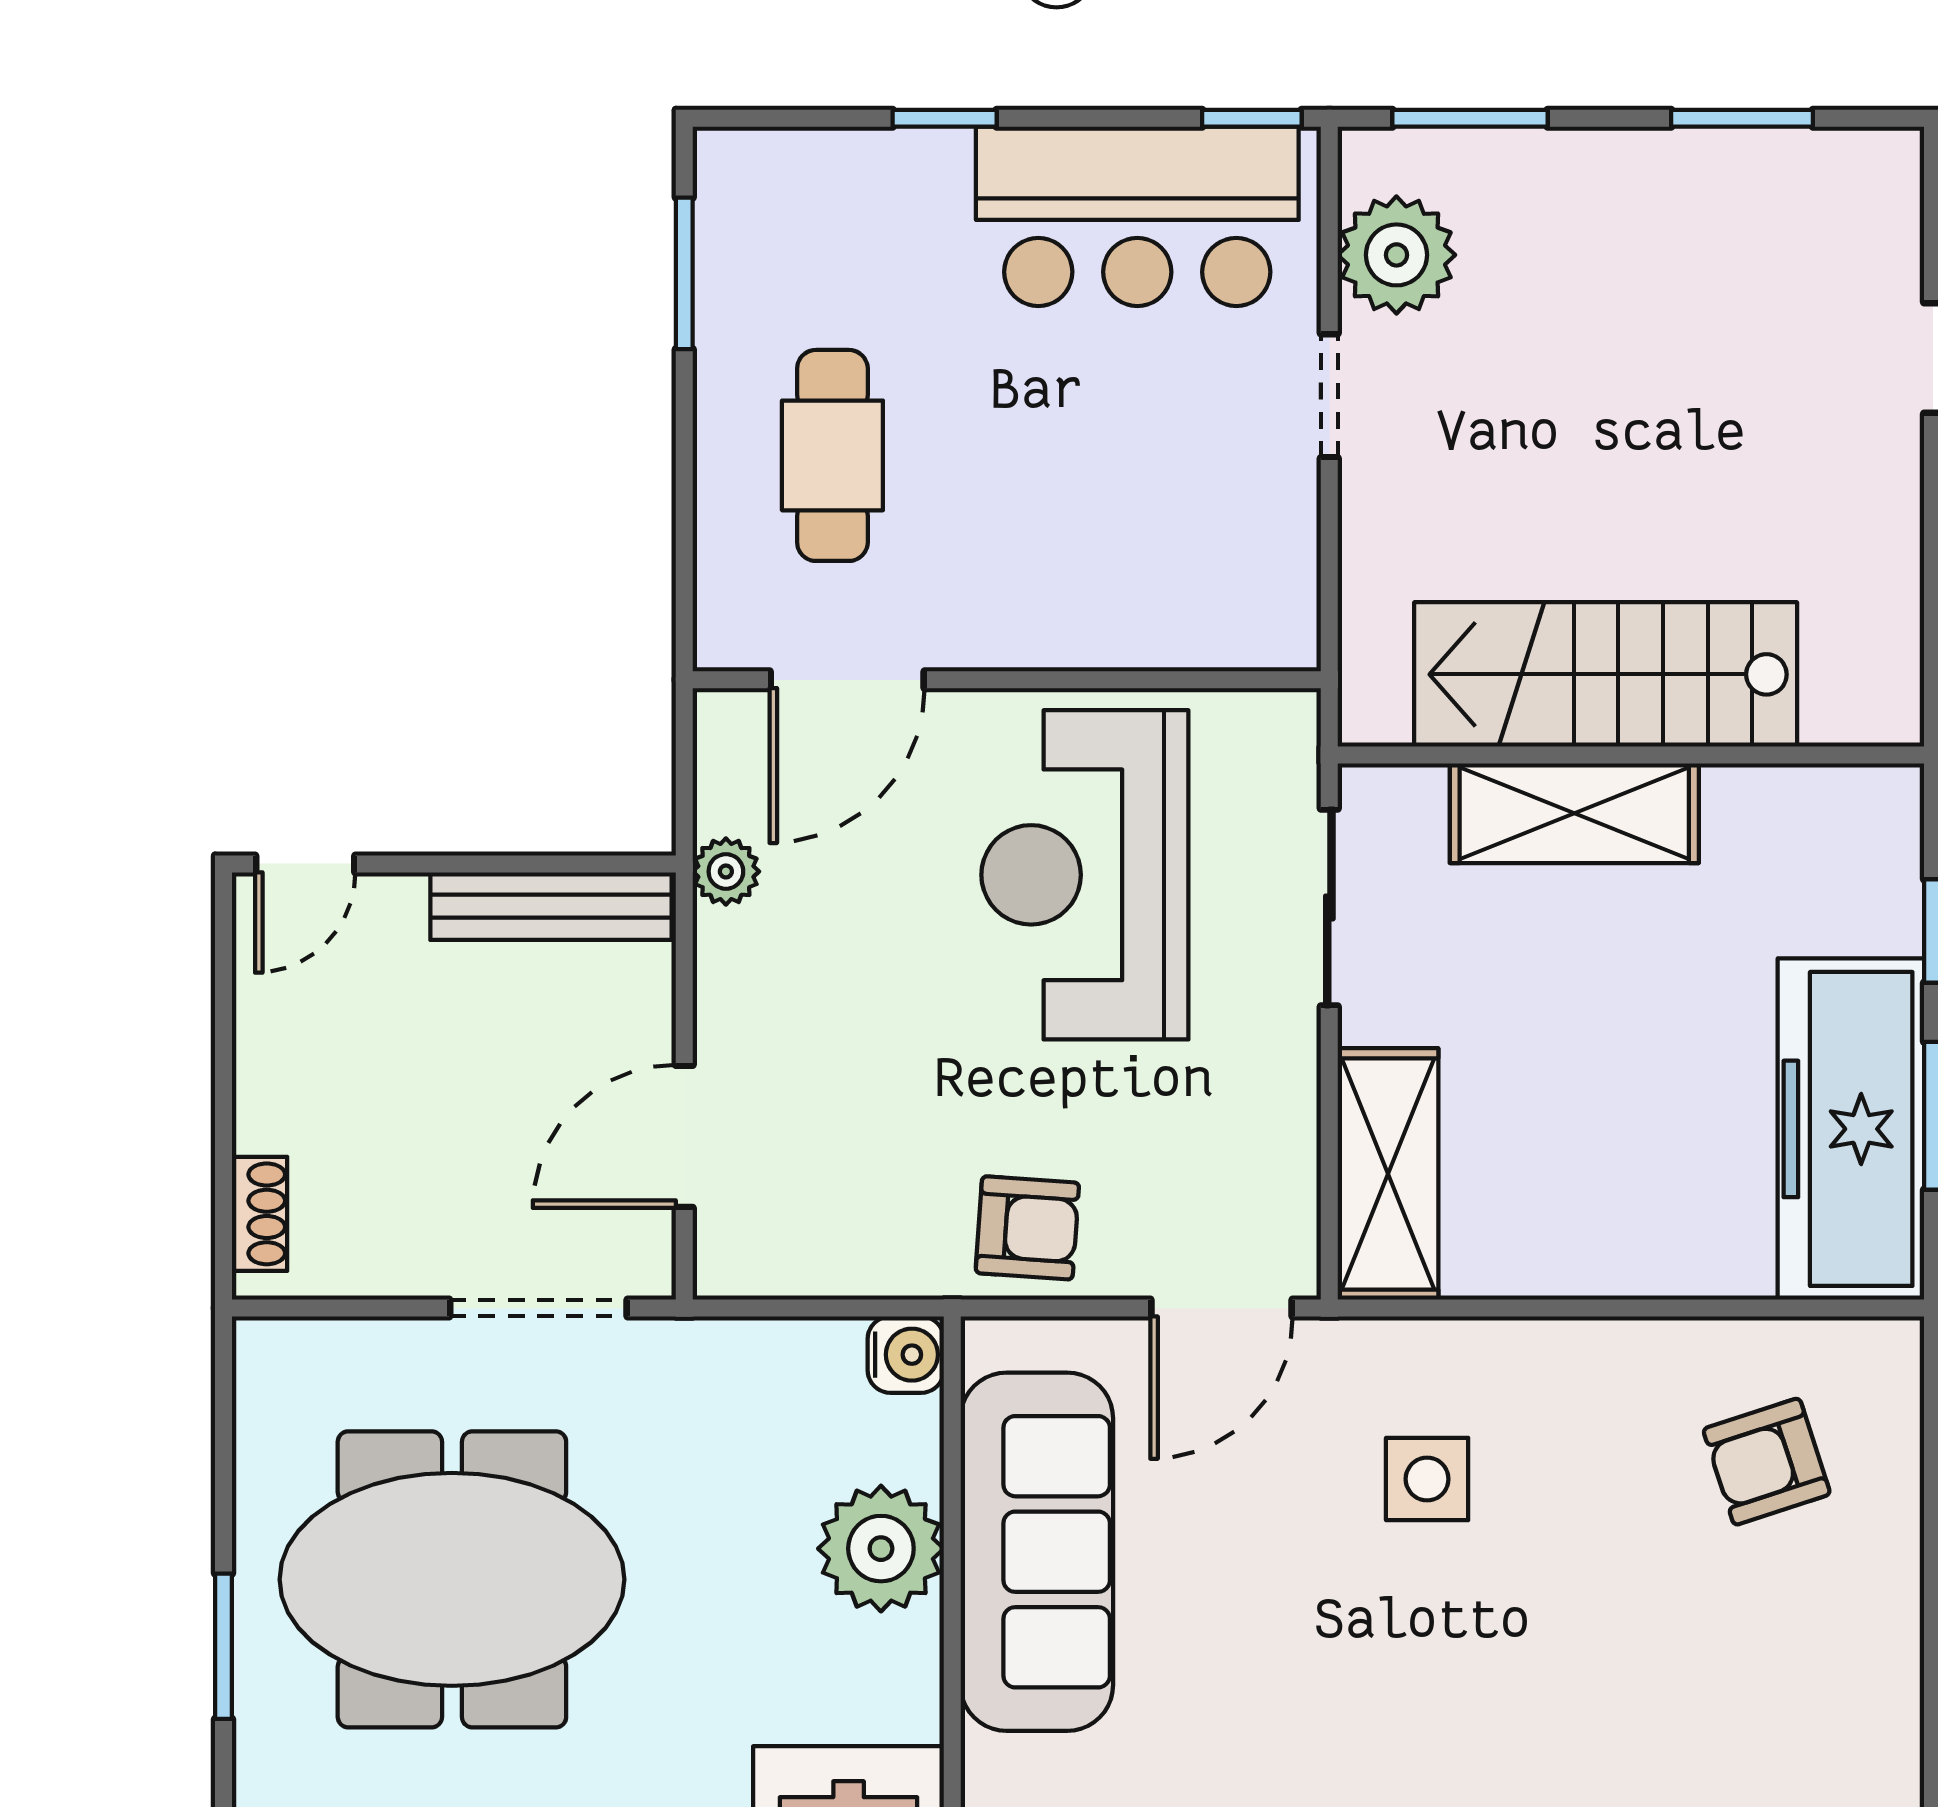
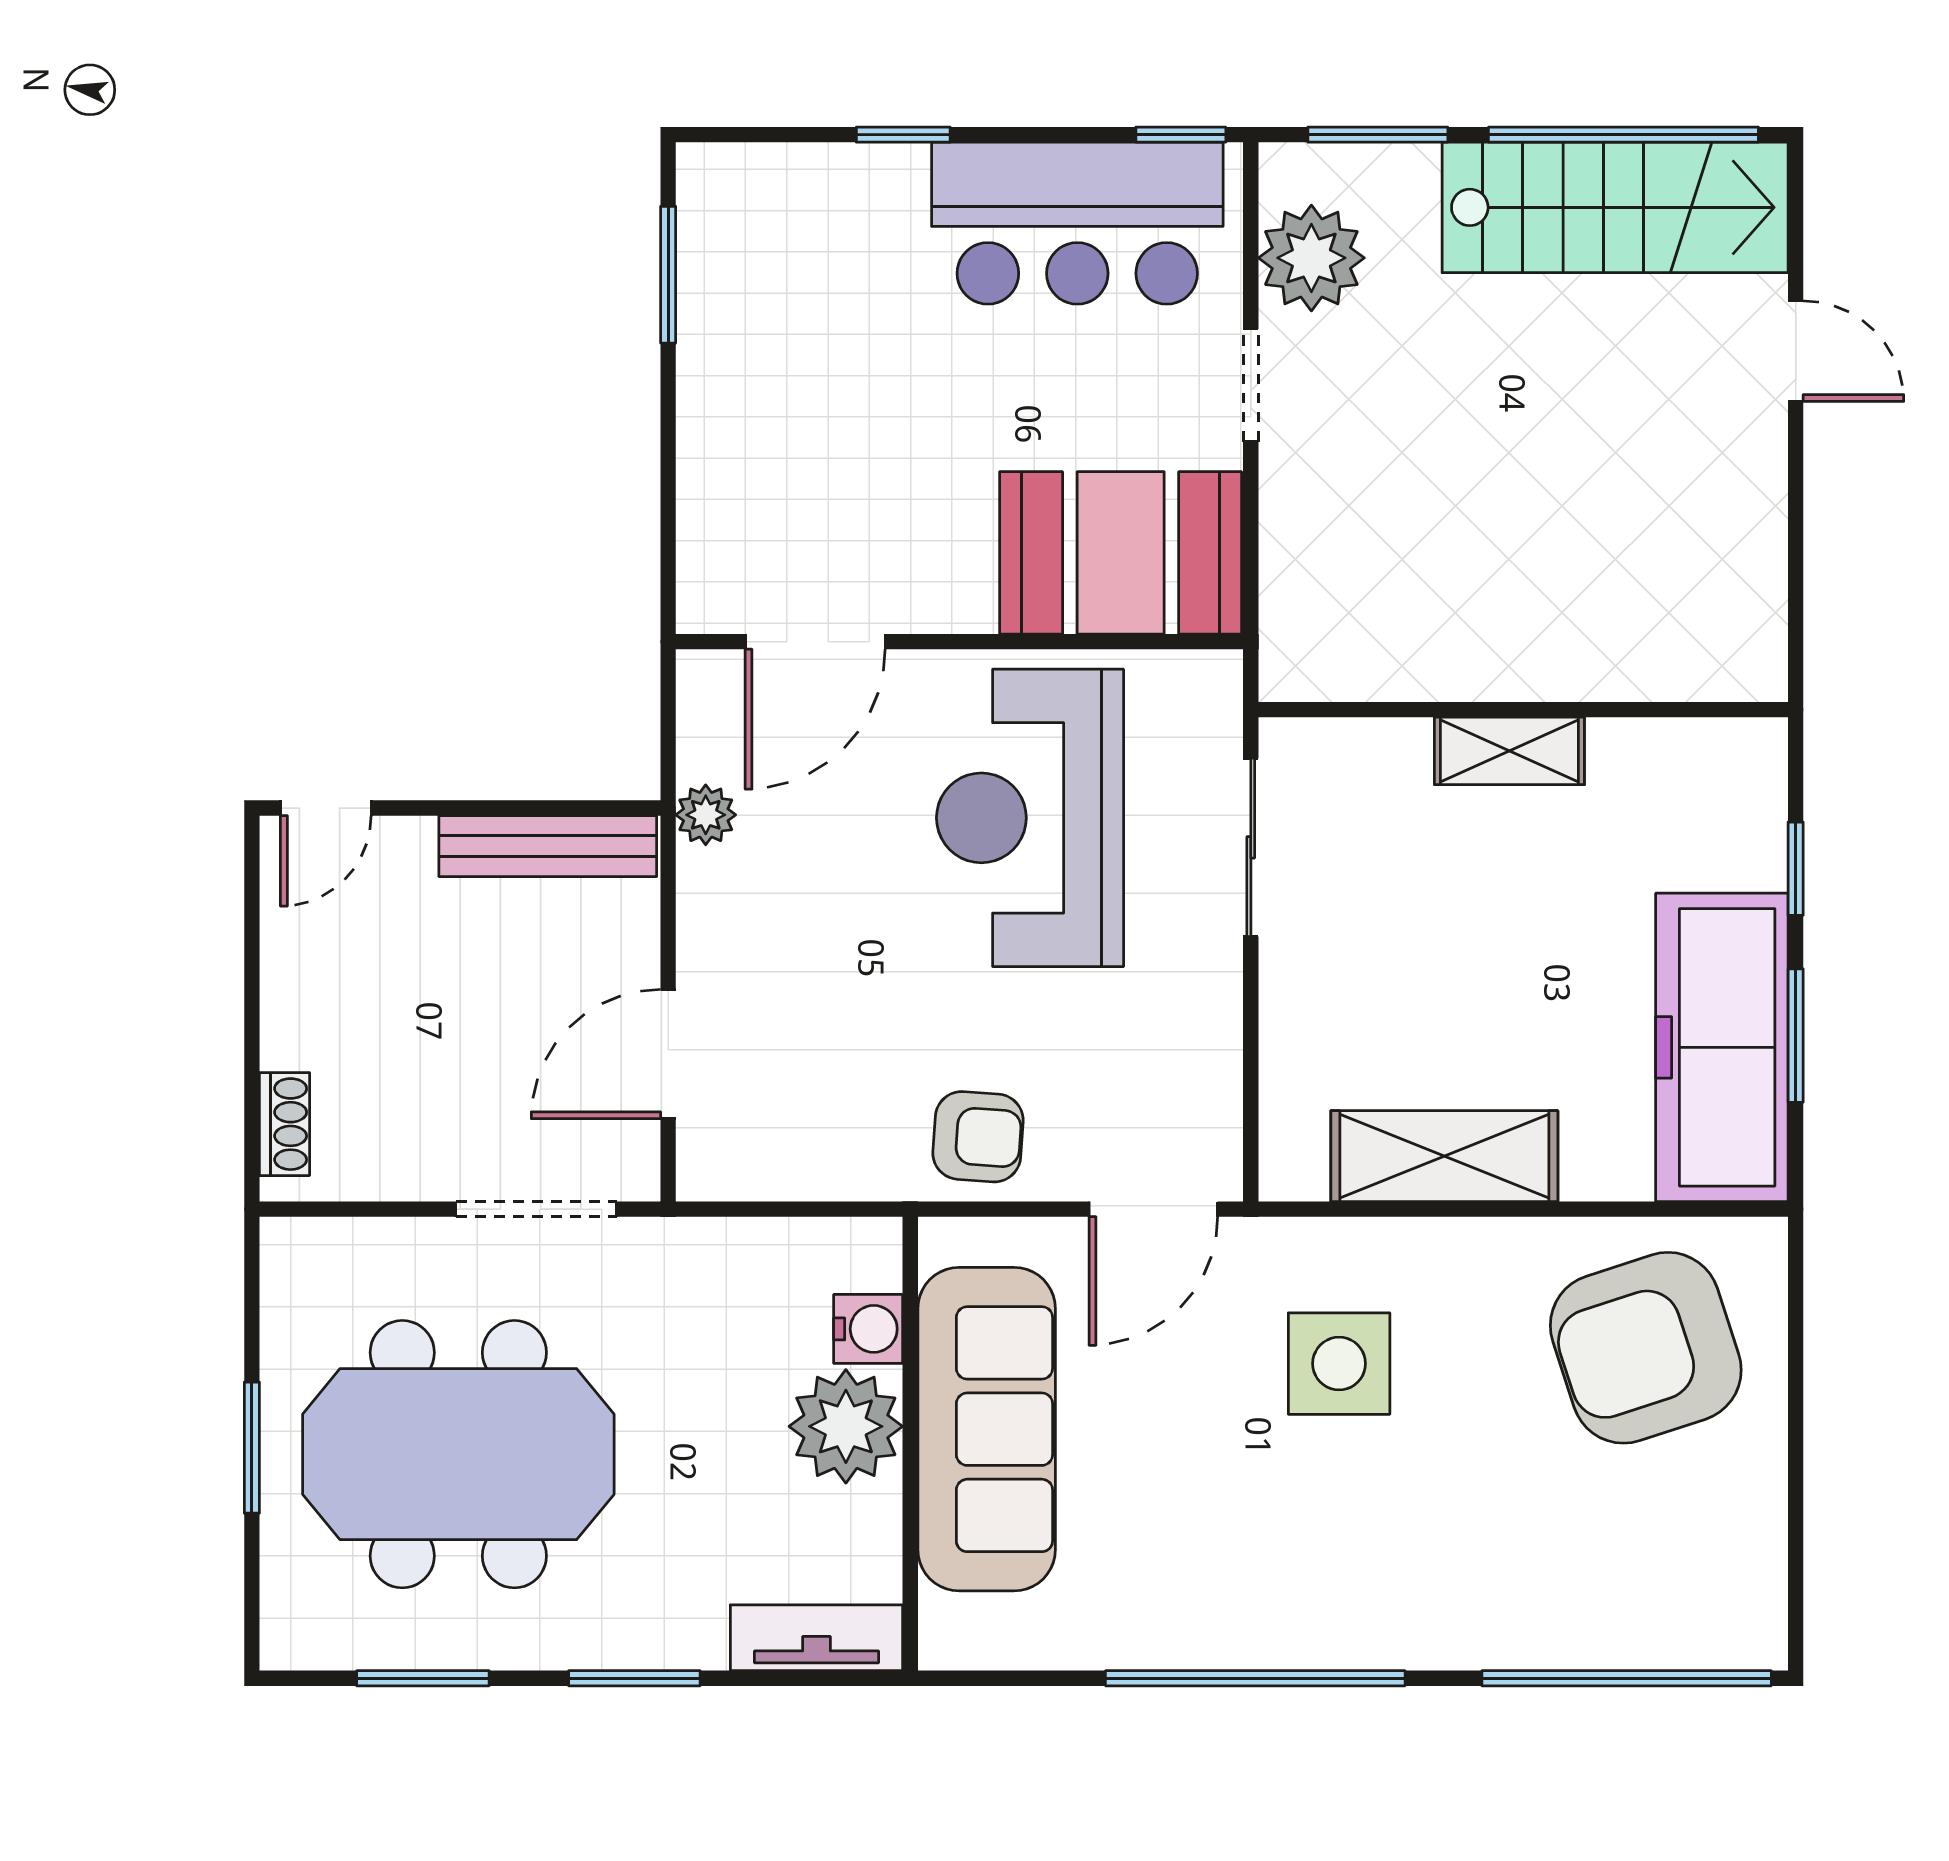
window: (1742, 118) -> (1623, 135), width x2.11
cafe table: (832, 455) -> (802, 439), removed
booth: (1185, 581) -> (1121, 553), added
stairs: (1606, 674) -> (1615, 207), moved, turned 180
shelving: (1574, 813) -> (1509, 751), width x0.67, depth x0.75
shelving: (1388, 1174) -> (1444, 1156), moved, turned 90
water cooler: (906, 1355) -> (868, 1329), moved
armchair: (1767, 1462) -> (1646, 1348), width x1.88, depth x1.88
side table: (1427, 1479) -> (1339, 1364), width x1.37, depth x1.37
window: (223, 1646) -> (252, 1448), moved

